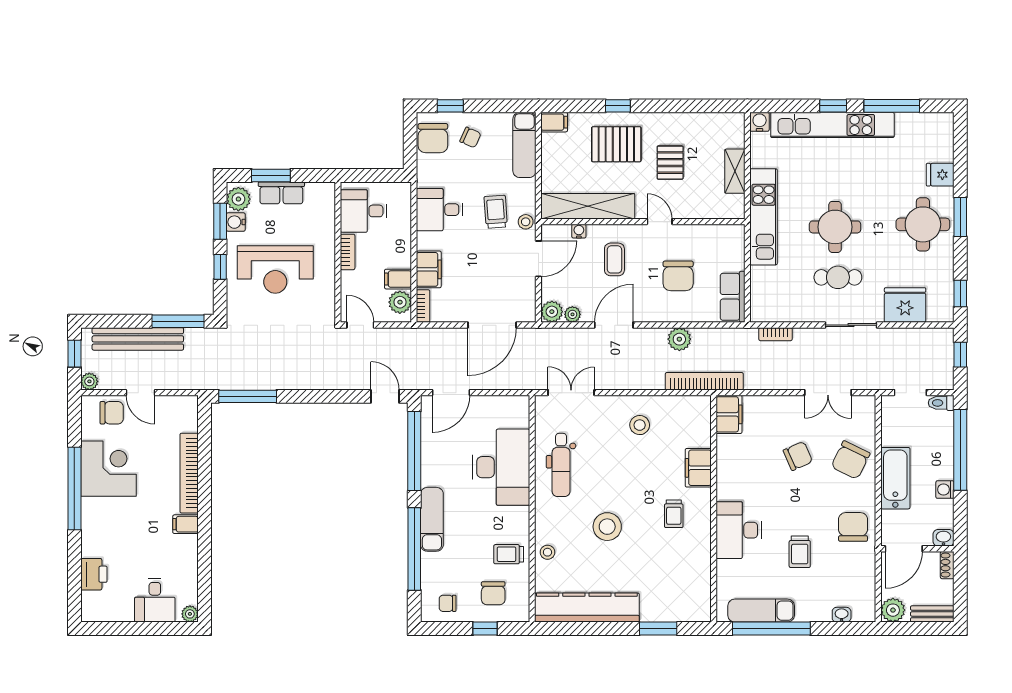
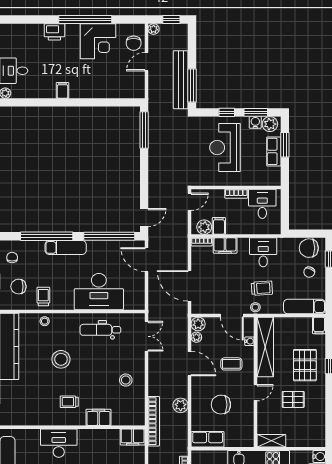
shelving: (735, 171) -> (271, 441), moved
bench: (138, 339) -> (181, 80), moved
bookcase: (189, 473) -> (95, 93), removed
printer: (94, 574) -> (54, 32), moved

